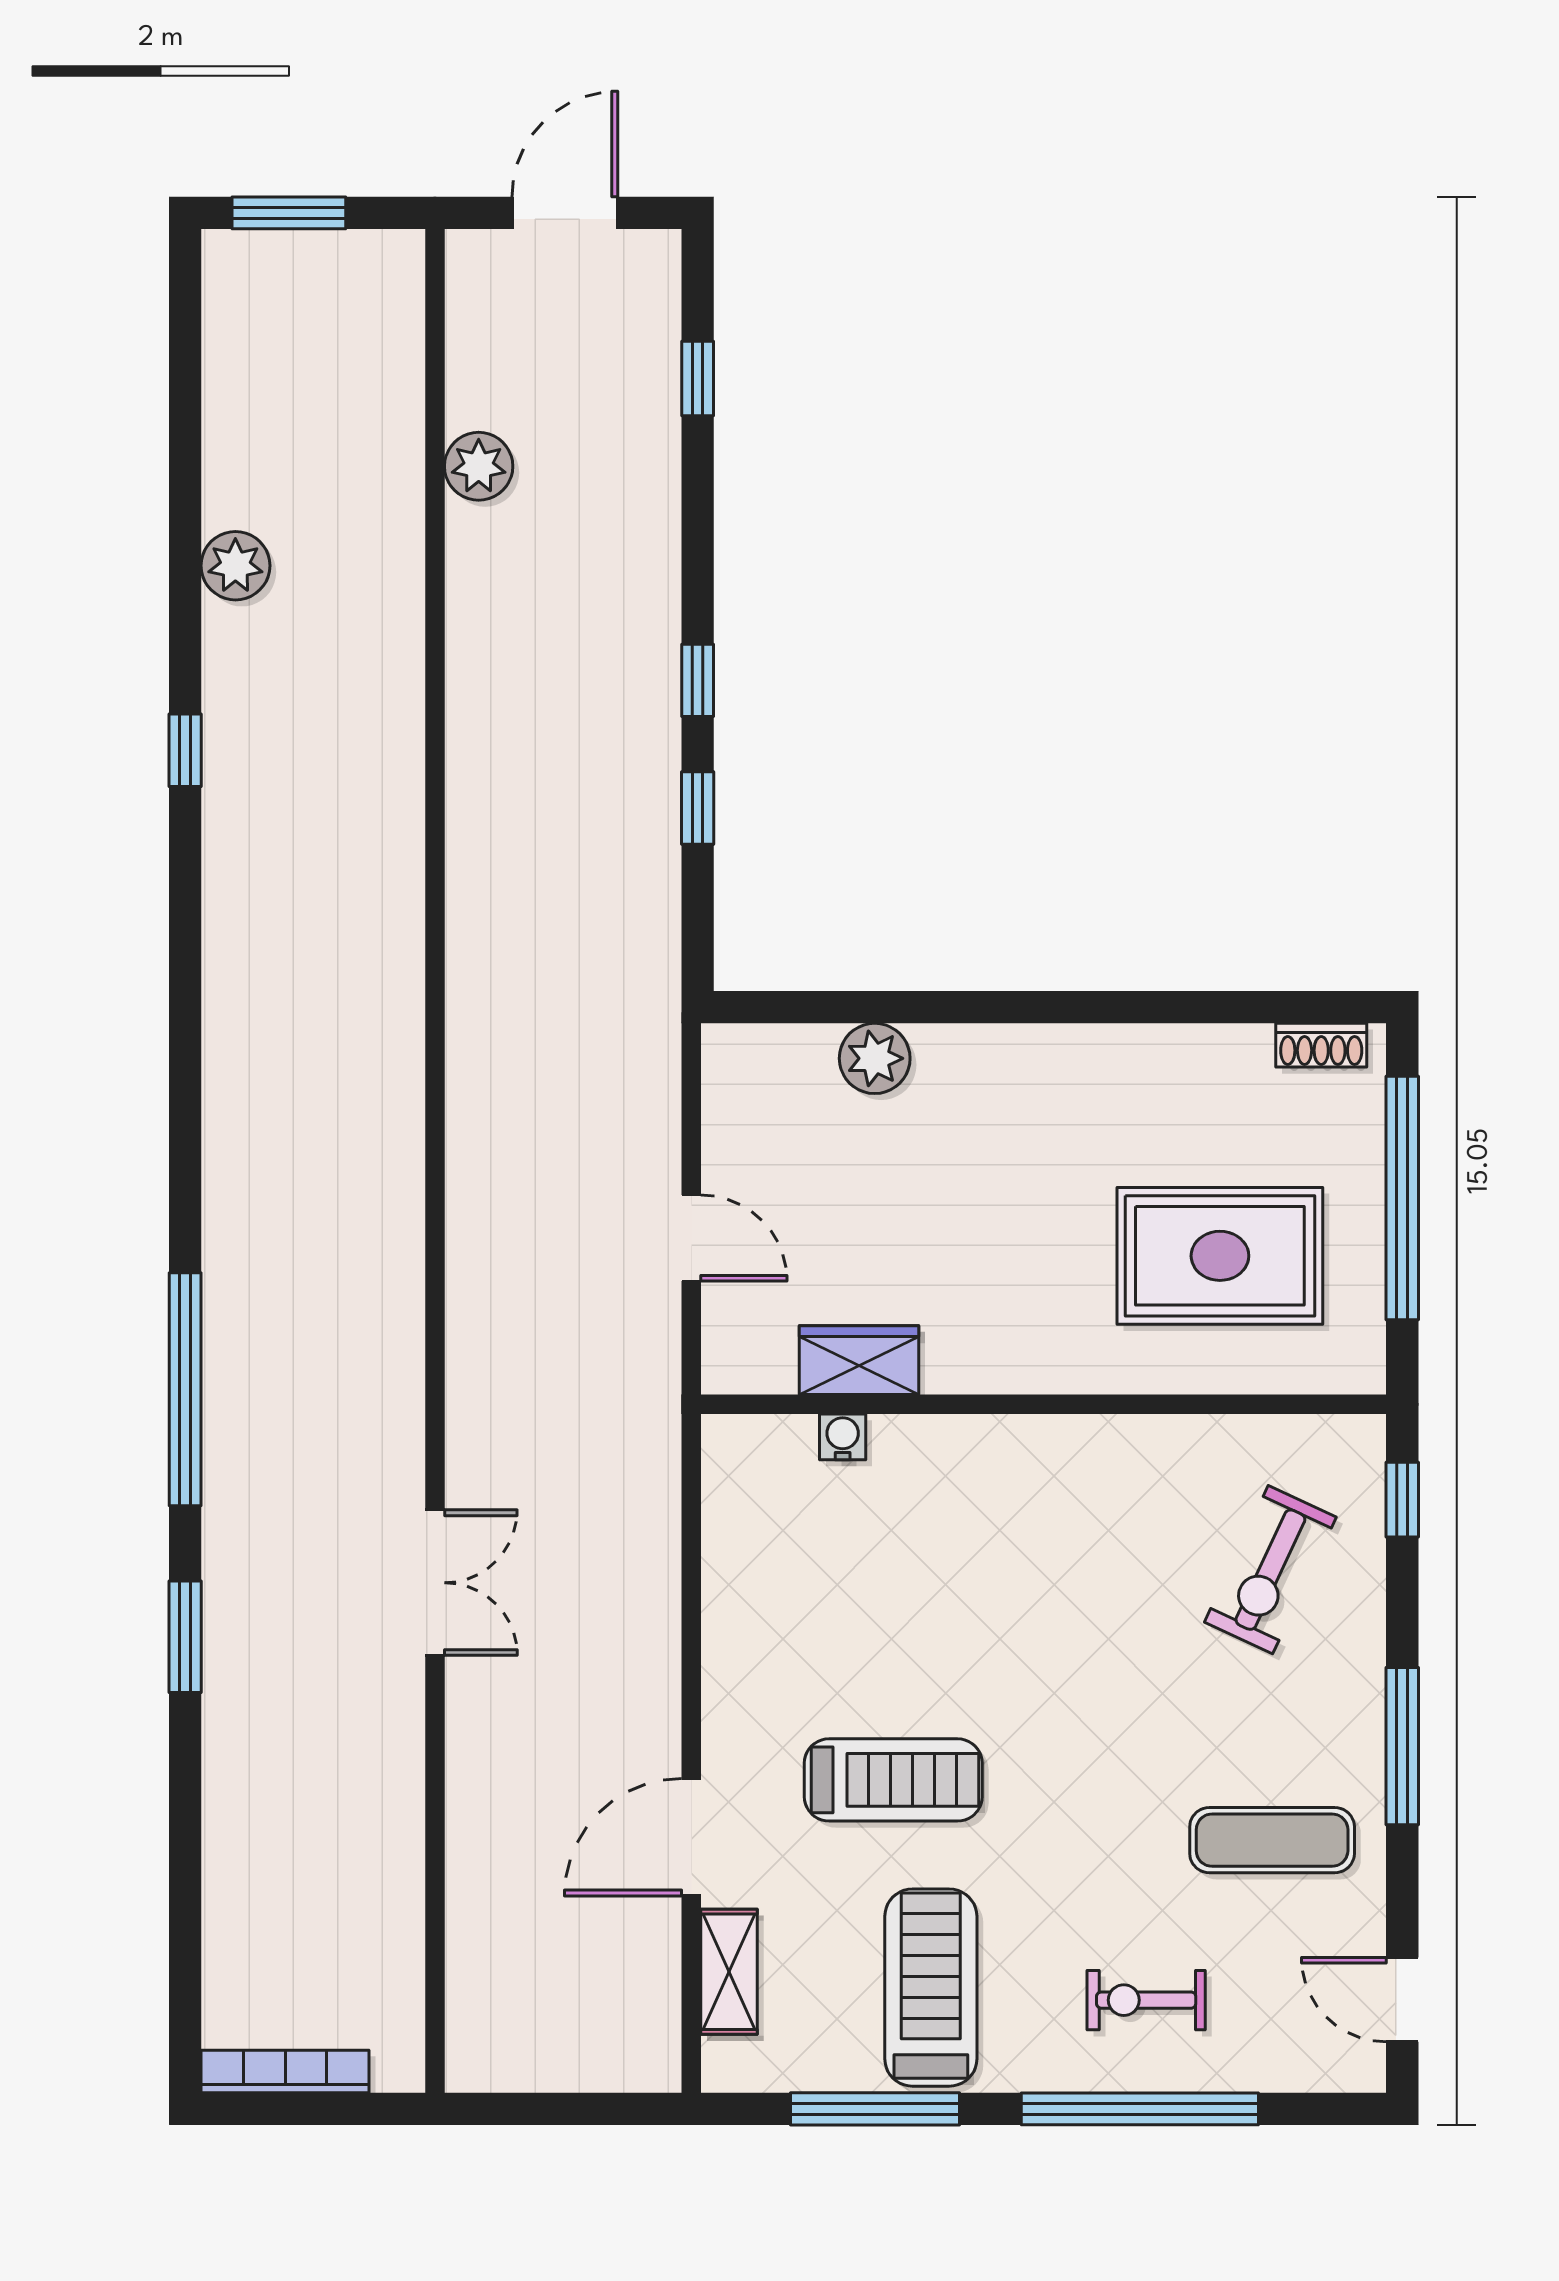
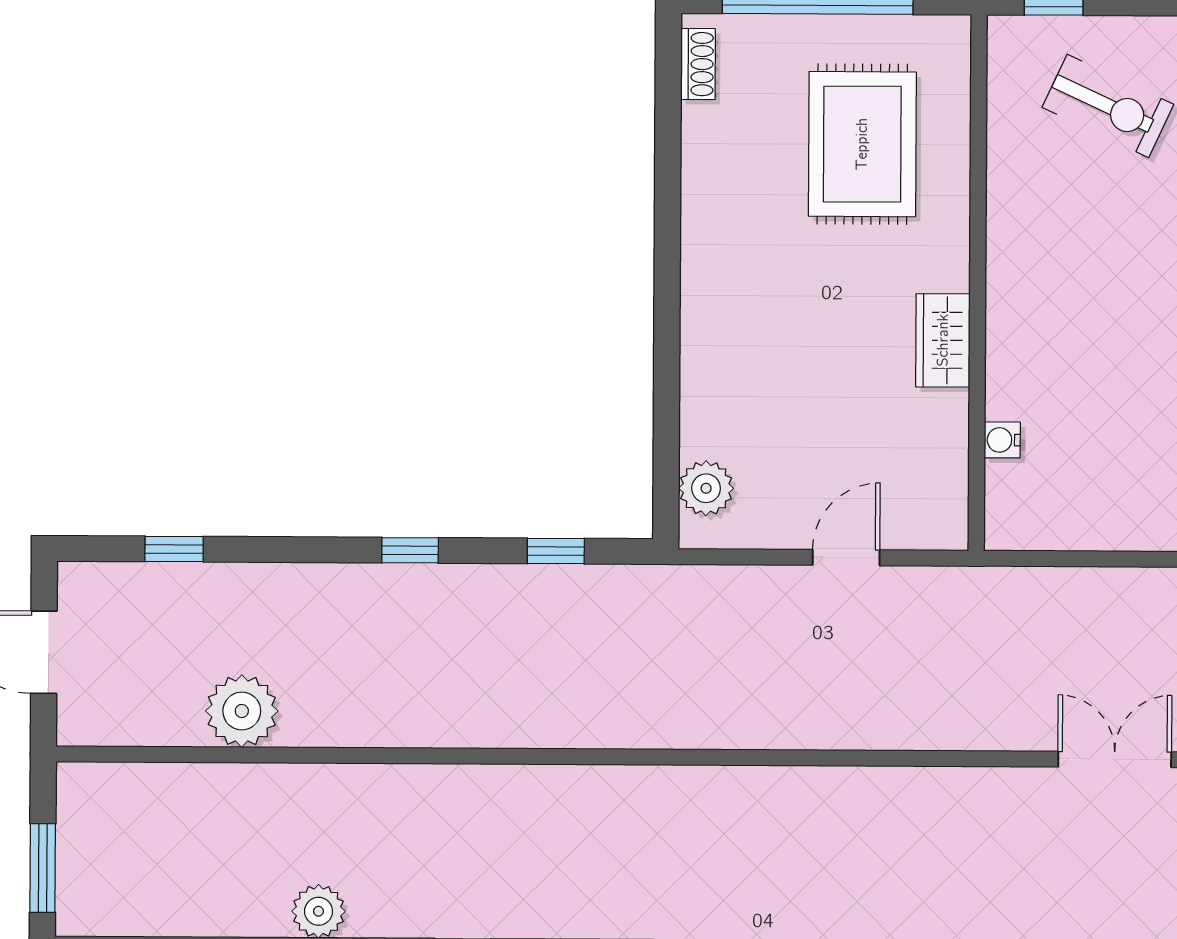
plant: (479, 466) -> (242, 711), width x1.36, depth x1.36
window: (698, 808) -> (556, 551), moved
plant: (875, 1058) -> (706, 488), moved
wardrobe: (859, 1360) -> (943, 340), moved

